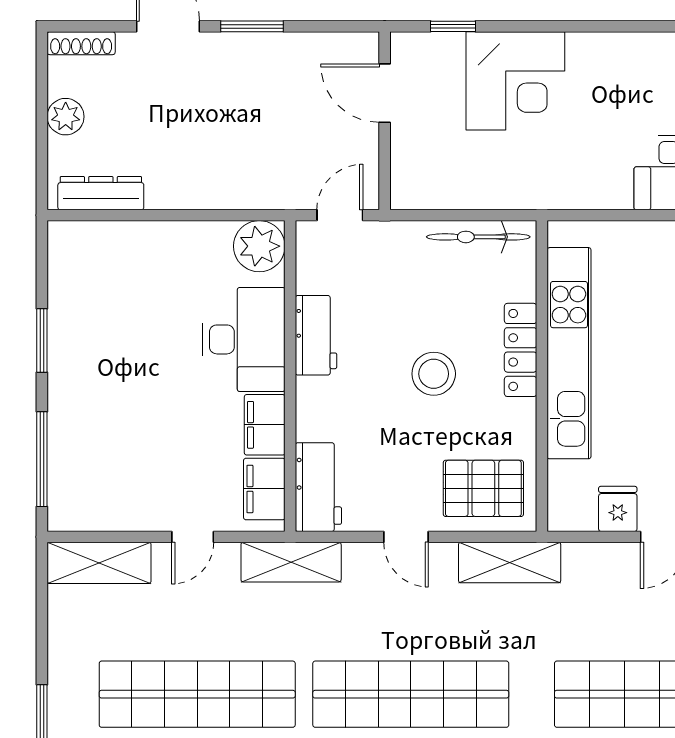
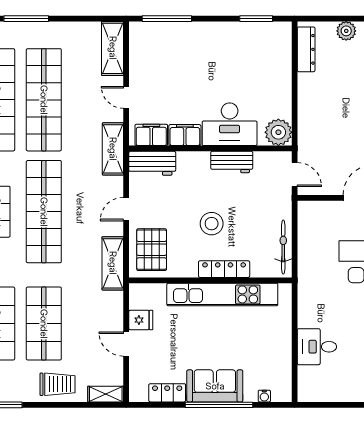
window: (42, 341) -> (256, 19), moved

